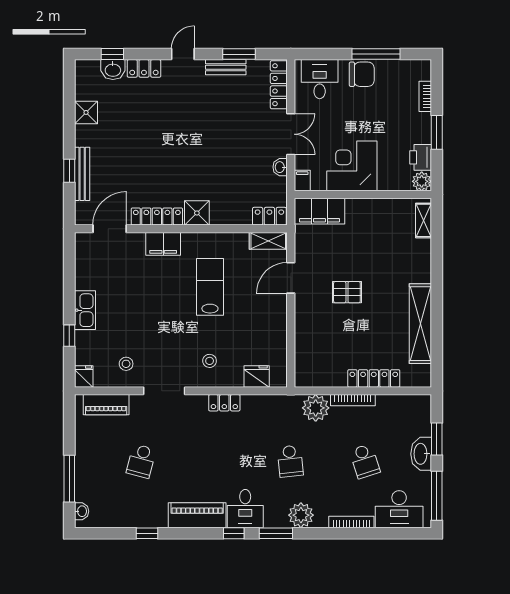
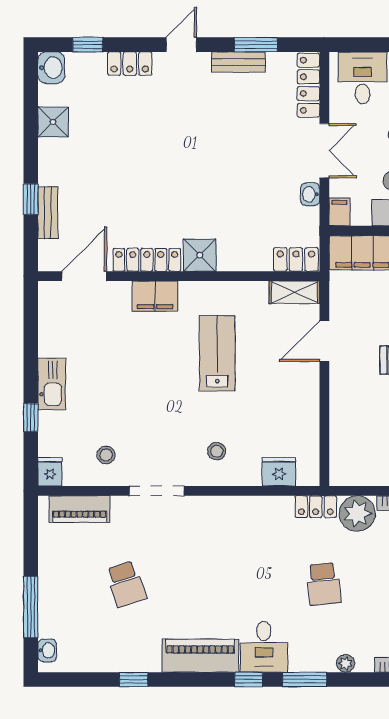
washbasin: (113, 70) -> (51, 68), moved, turned -90
bench: (82, 174) -> (48, 213), width x0.73
locker: (224, 403) -> (316, 507), moved
school desk: (141, 461) -> (126, 584), turned -33
plant: (301, 515) -> (346, 663), width x0.53, depth x0.53

